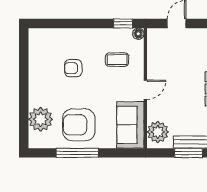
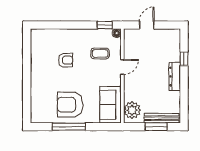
armchair: (73, 68) -> (66, 60), turned 180
door: (145, 90) -> (122, 67), moved
plant: (41, 119) -> (40, 100), removed

